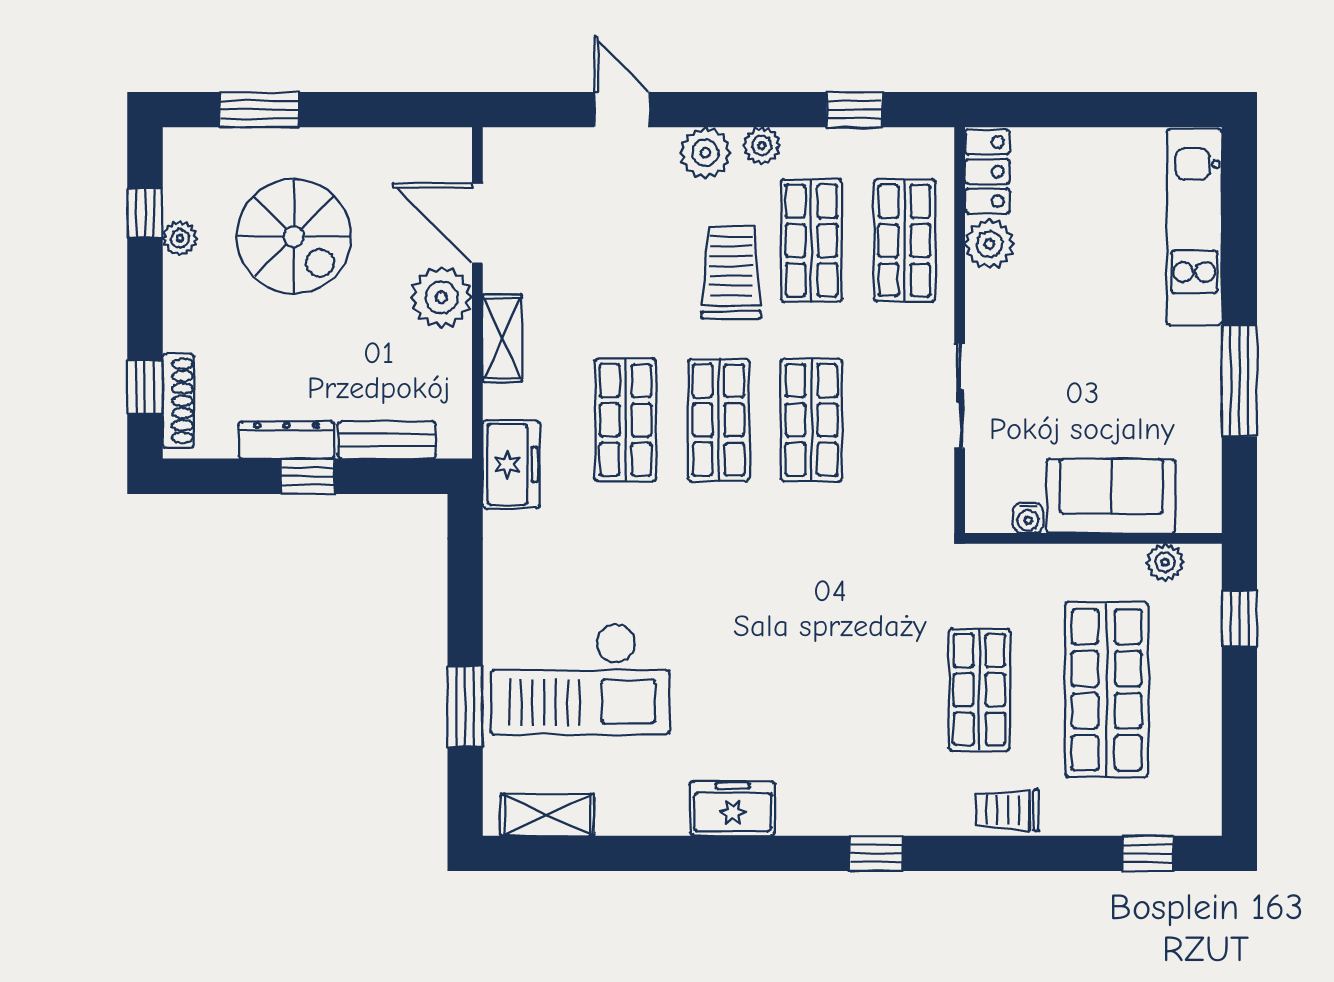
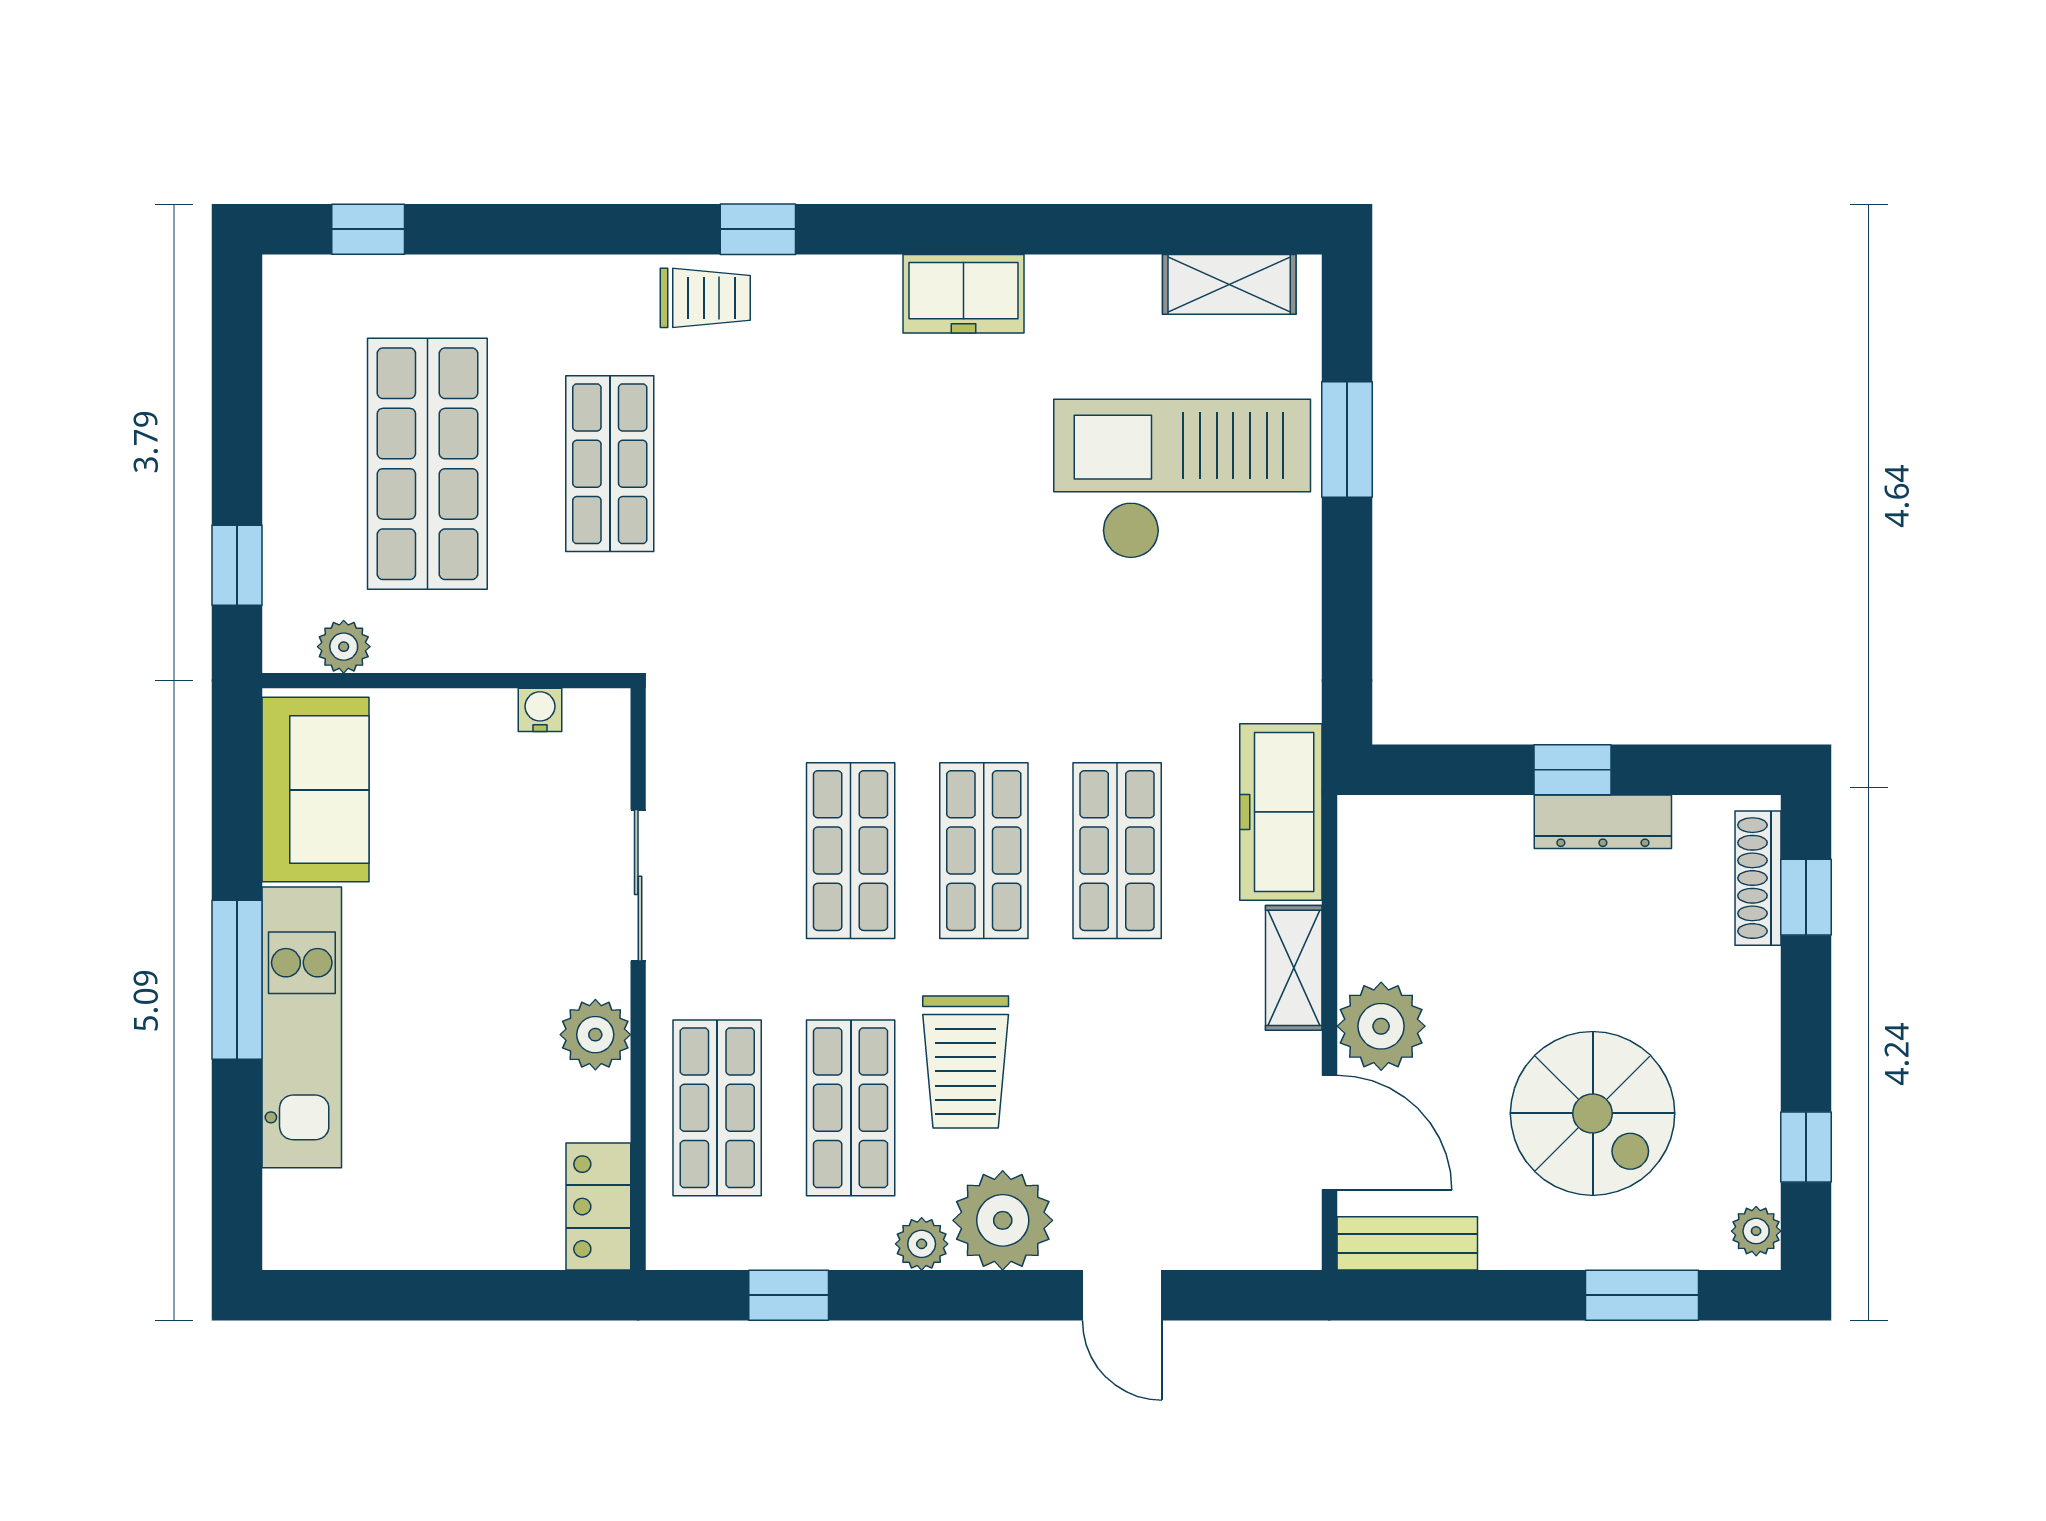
plant: (705, 153) -> (1003, 1220), width x1.36, depth x1.36
kitchen unit: (1194, 227) -> (302, 1027), moved
spiral stairs: (294, 236) -> (1593, 1113), turned 180
plant: (180, 238) -> (1756, 1231), moved
plant: (989, 244) -> (595, 1035), moved
window: (1239, 381) -> (237, 980), moved
bench: (387, 440) -> (1407, 1243), moved
freezer: (511, 464) -> (1281, 812), width x1.40
sofa: (1111, 496) -> (316, 790), moved, turned -90
trolley: (1007, 810) -> (705, 298), moved

